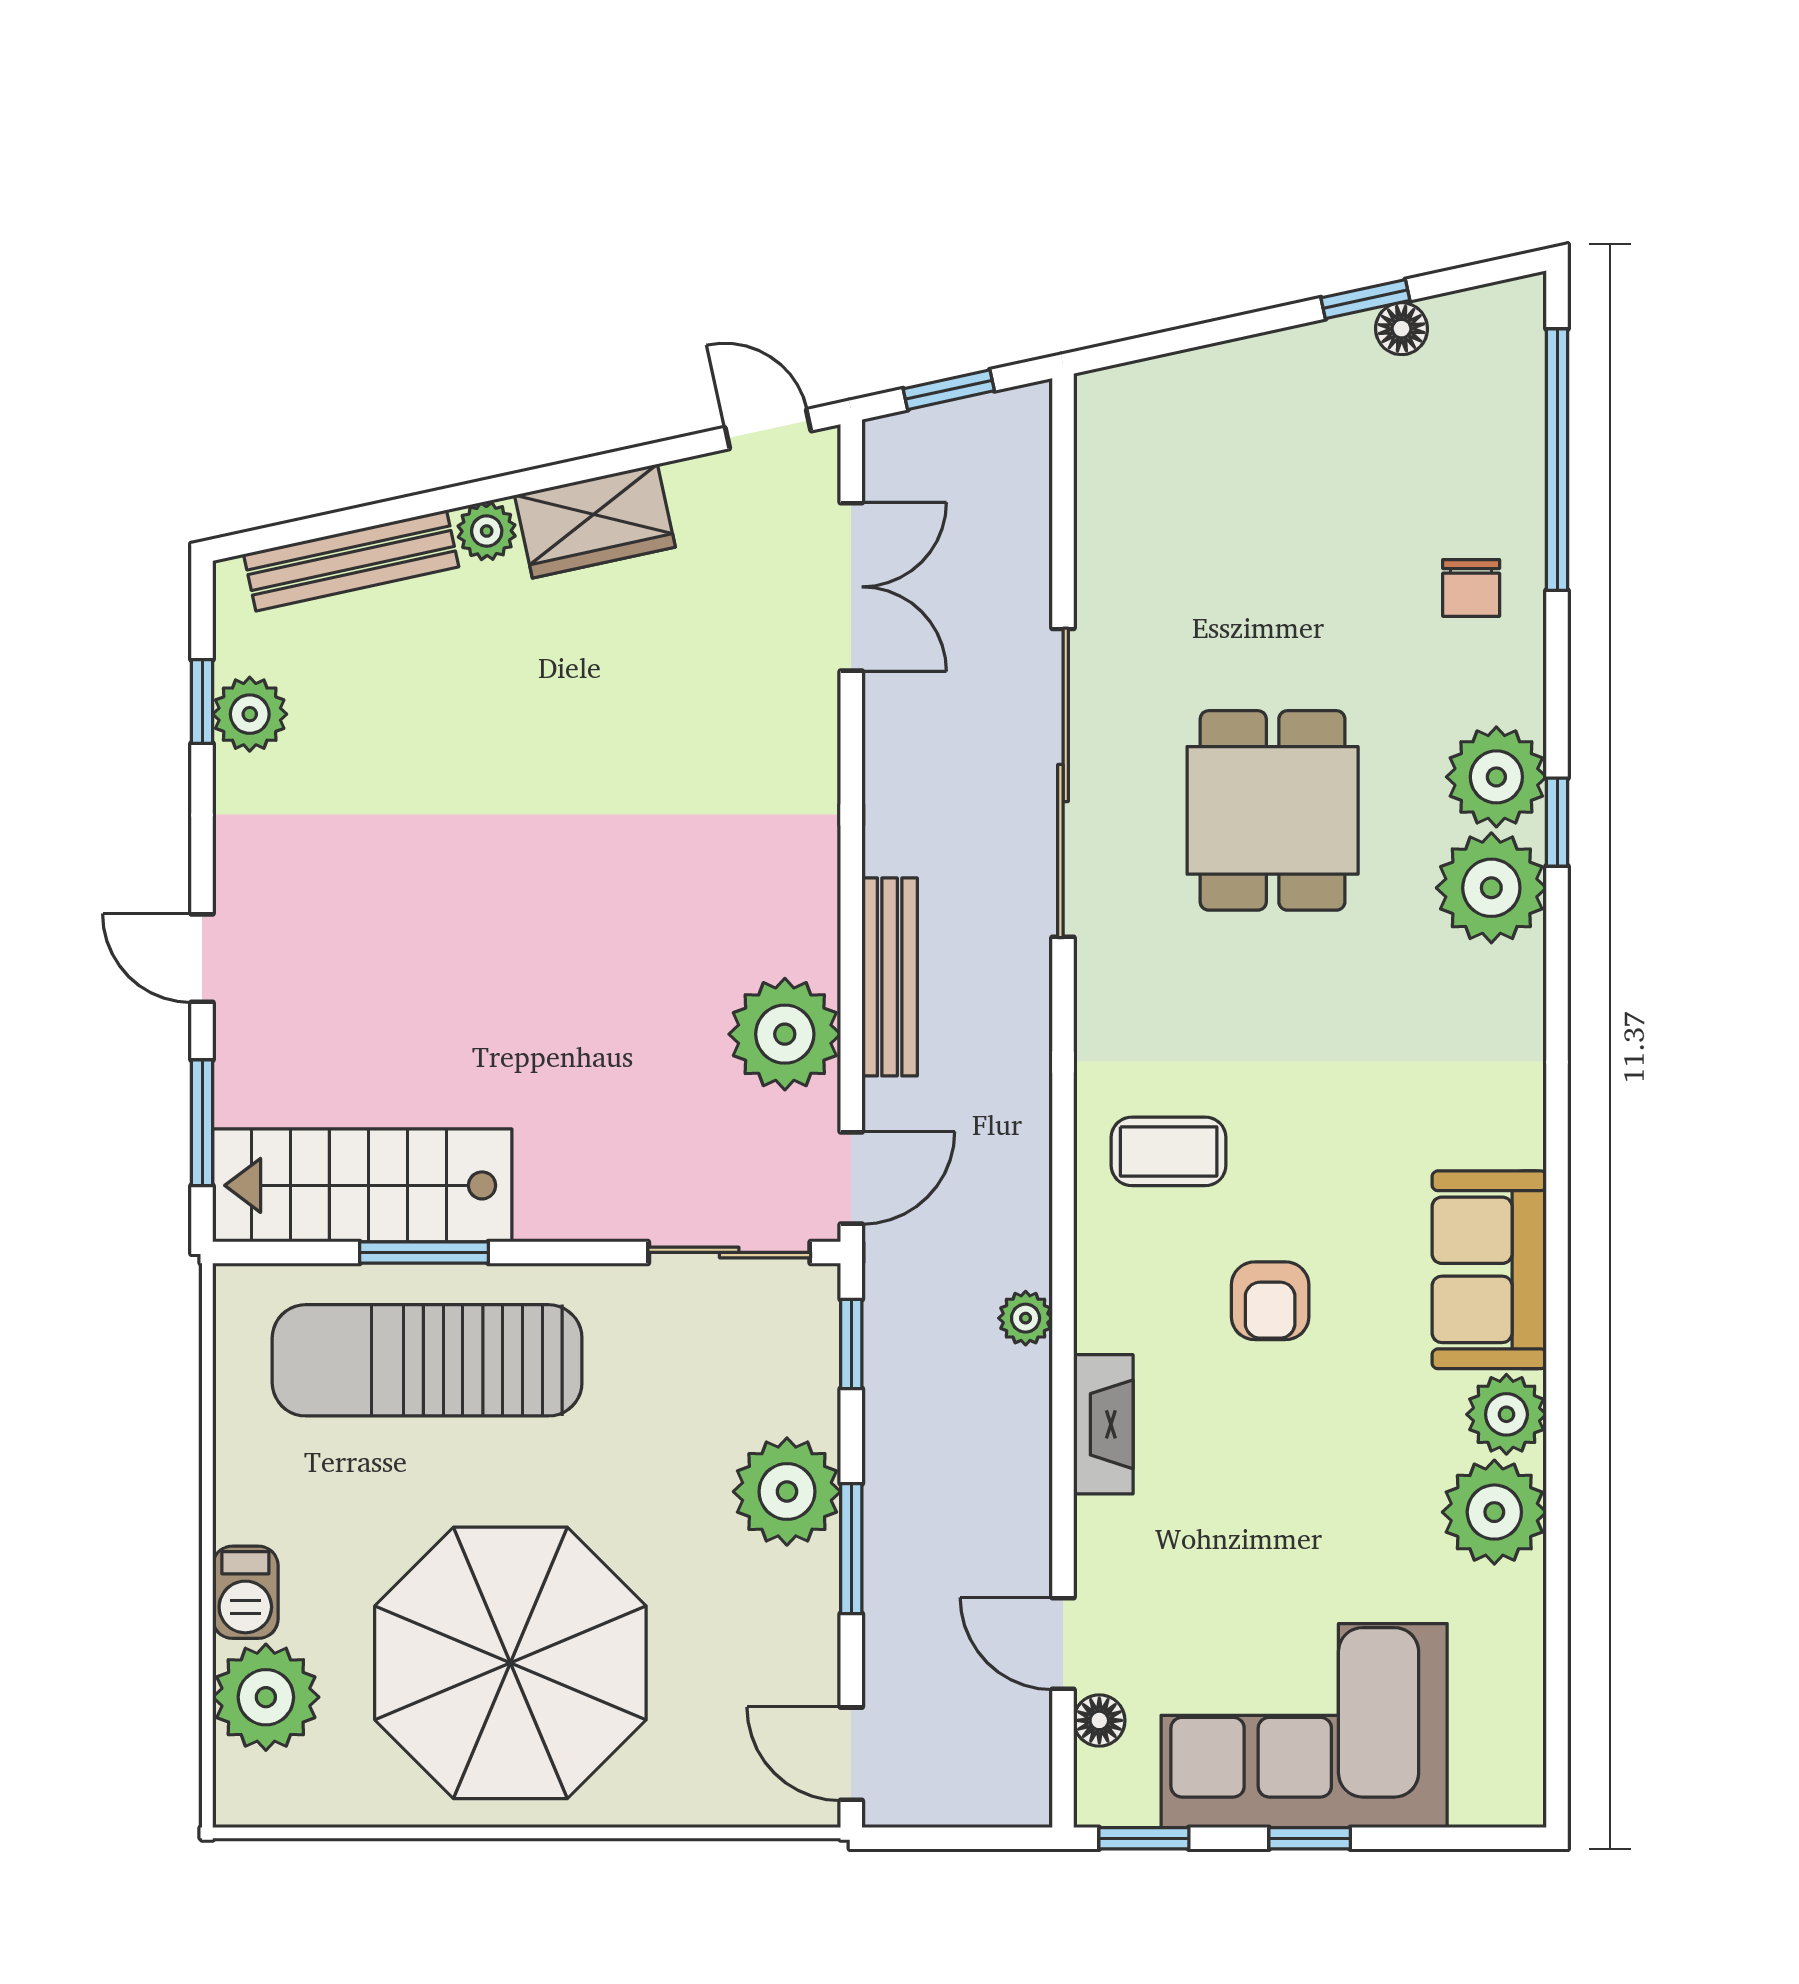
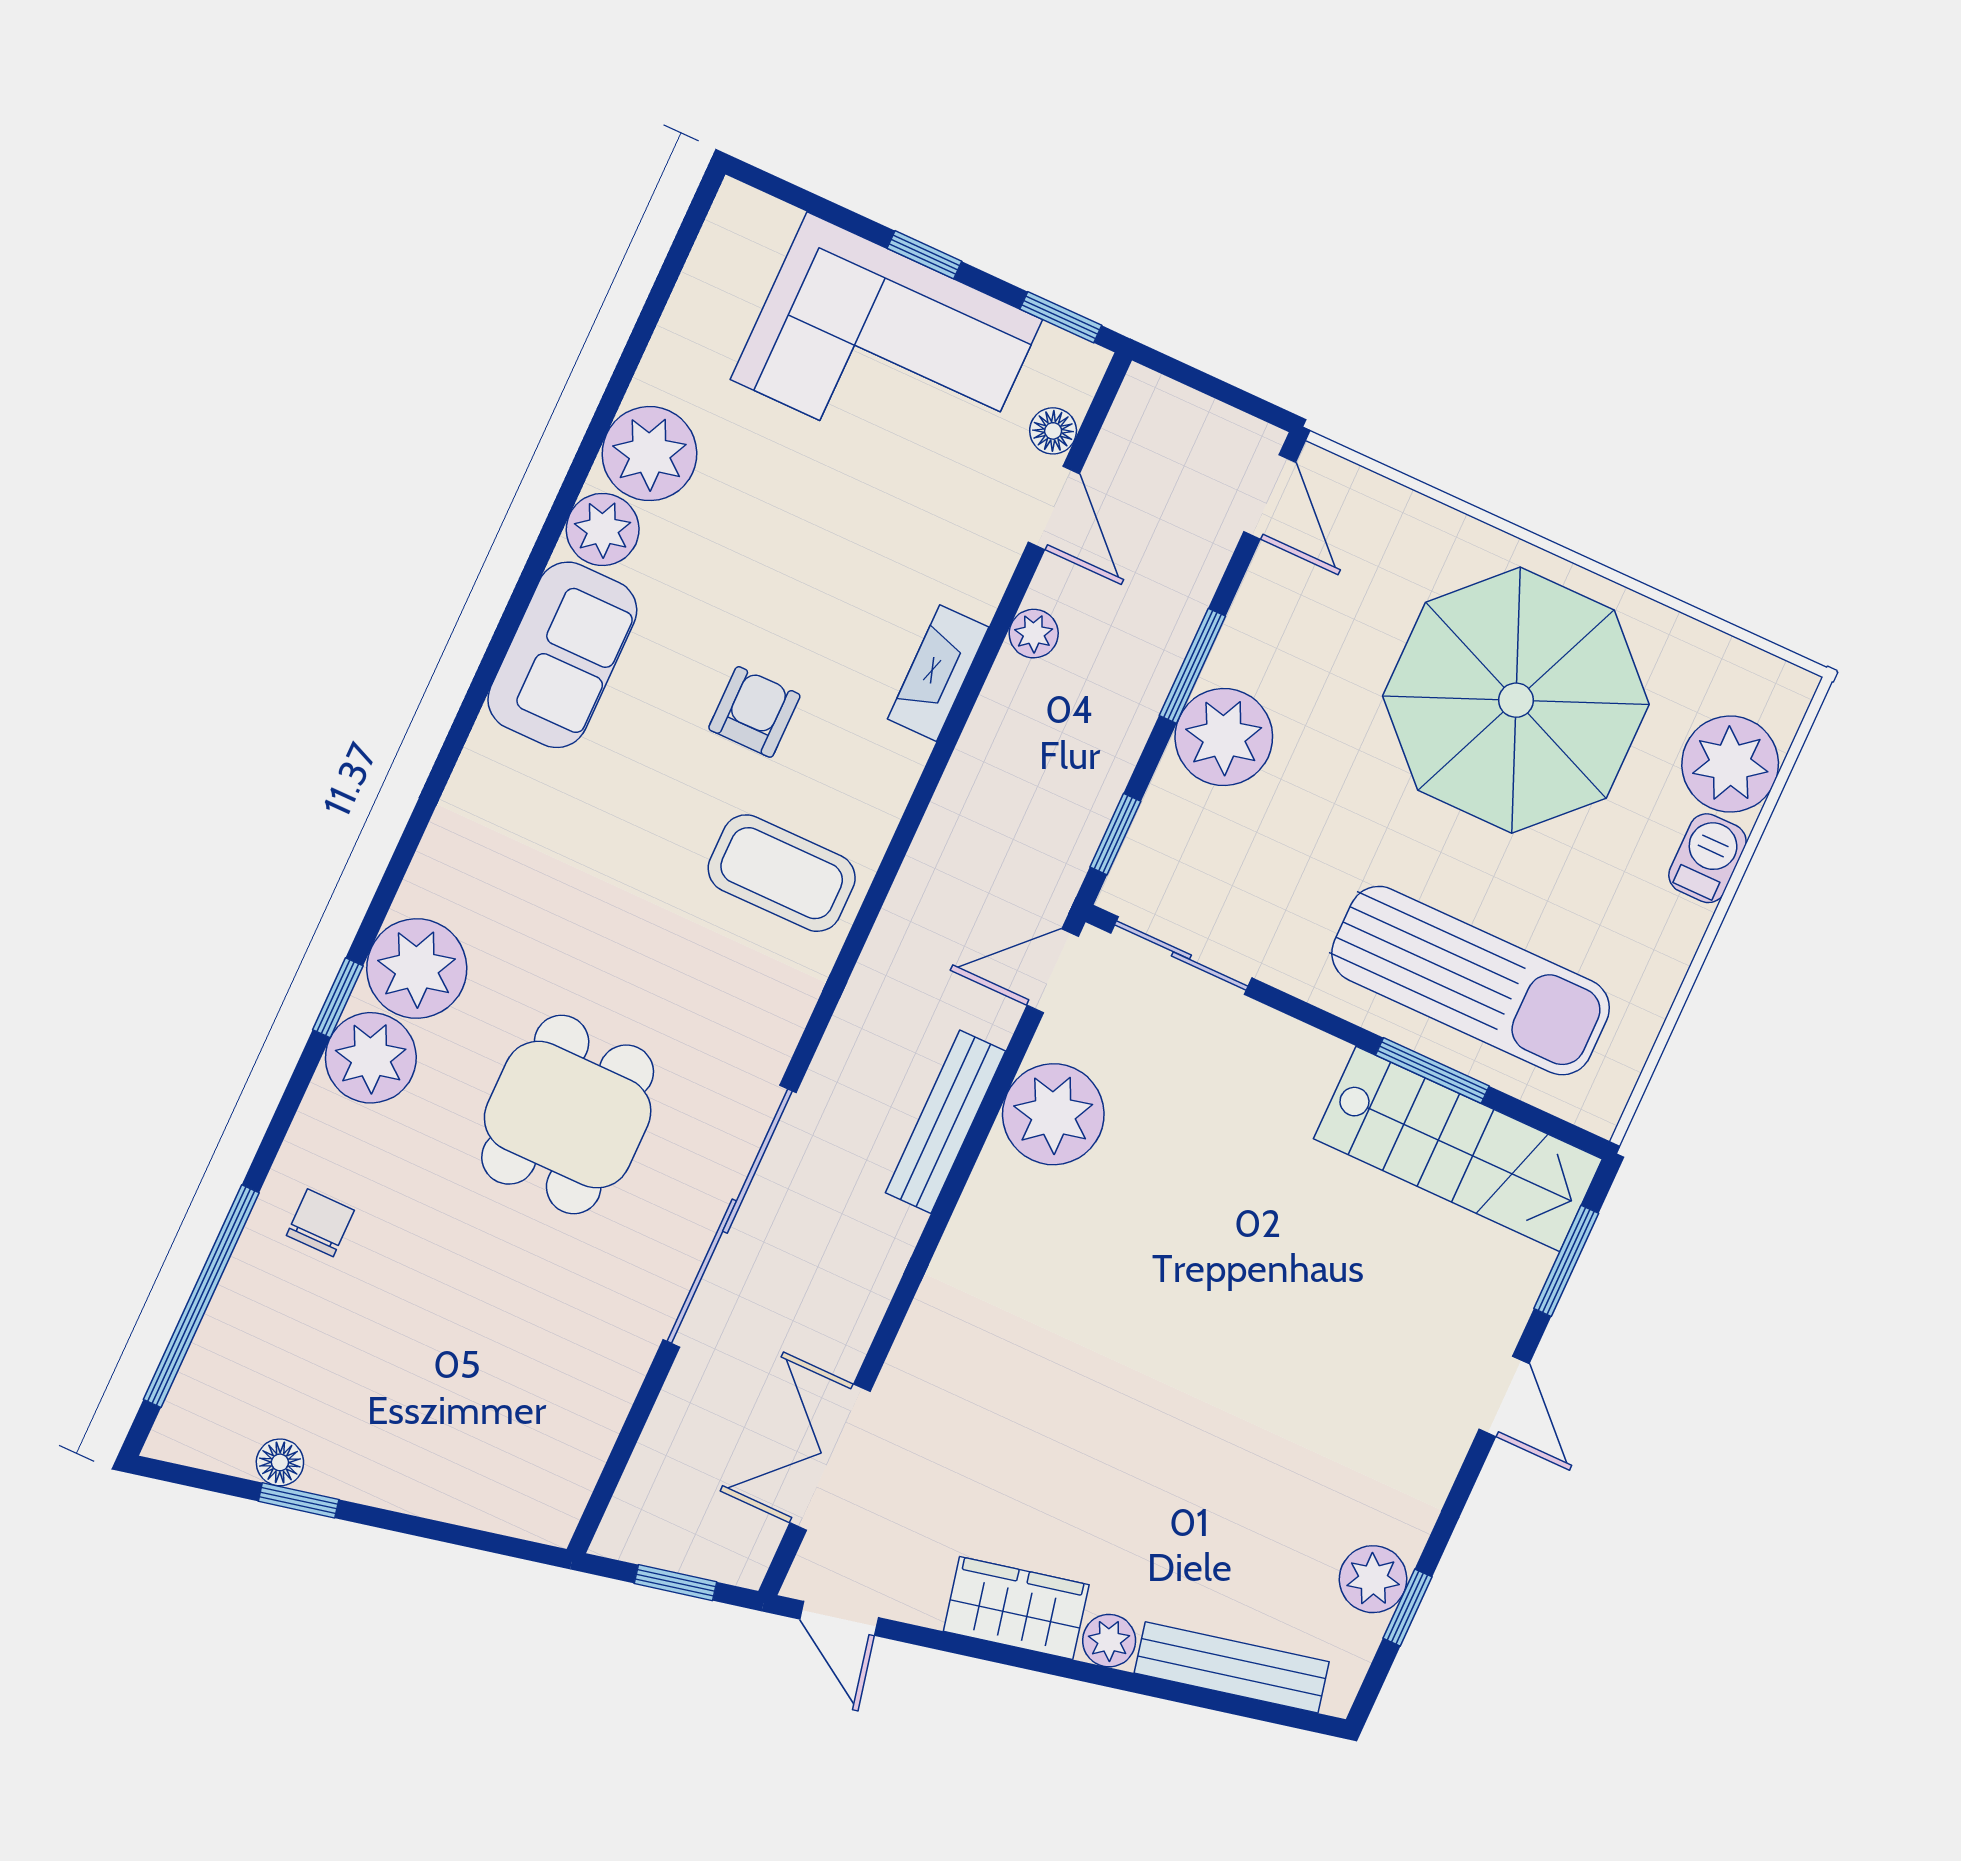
coffee table: (1169, 1151) -> (782, 873), width x1.36, depth x1.30
plant: (1026, 1318) -> (1034, 634), moved

